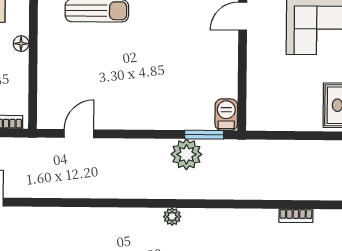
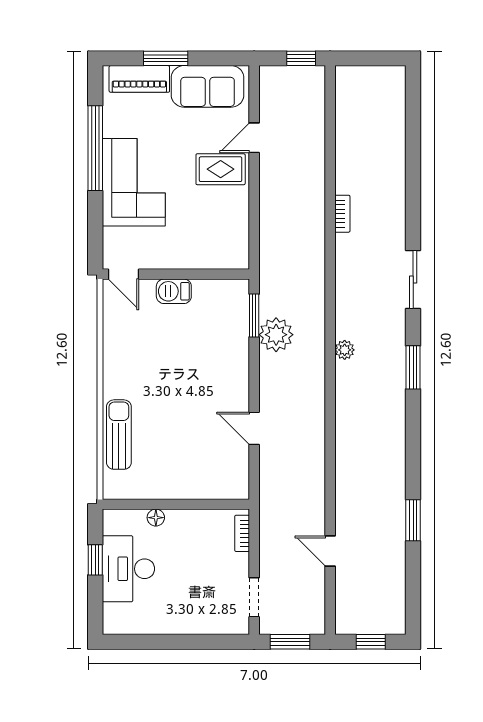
barbecue: (226, 115) -> (174, 291), moved
door: (79, 134) -> (254, 428), moved

